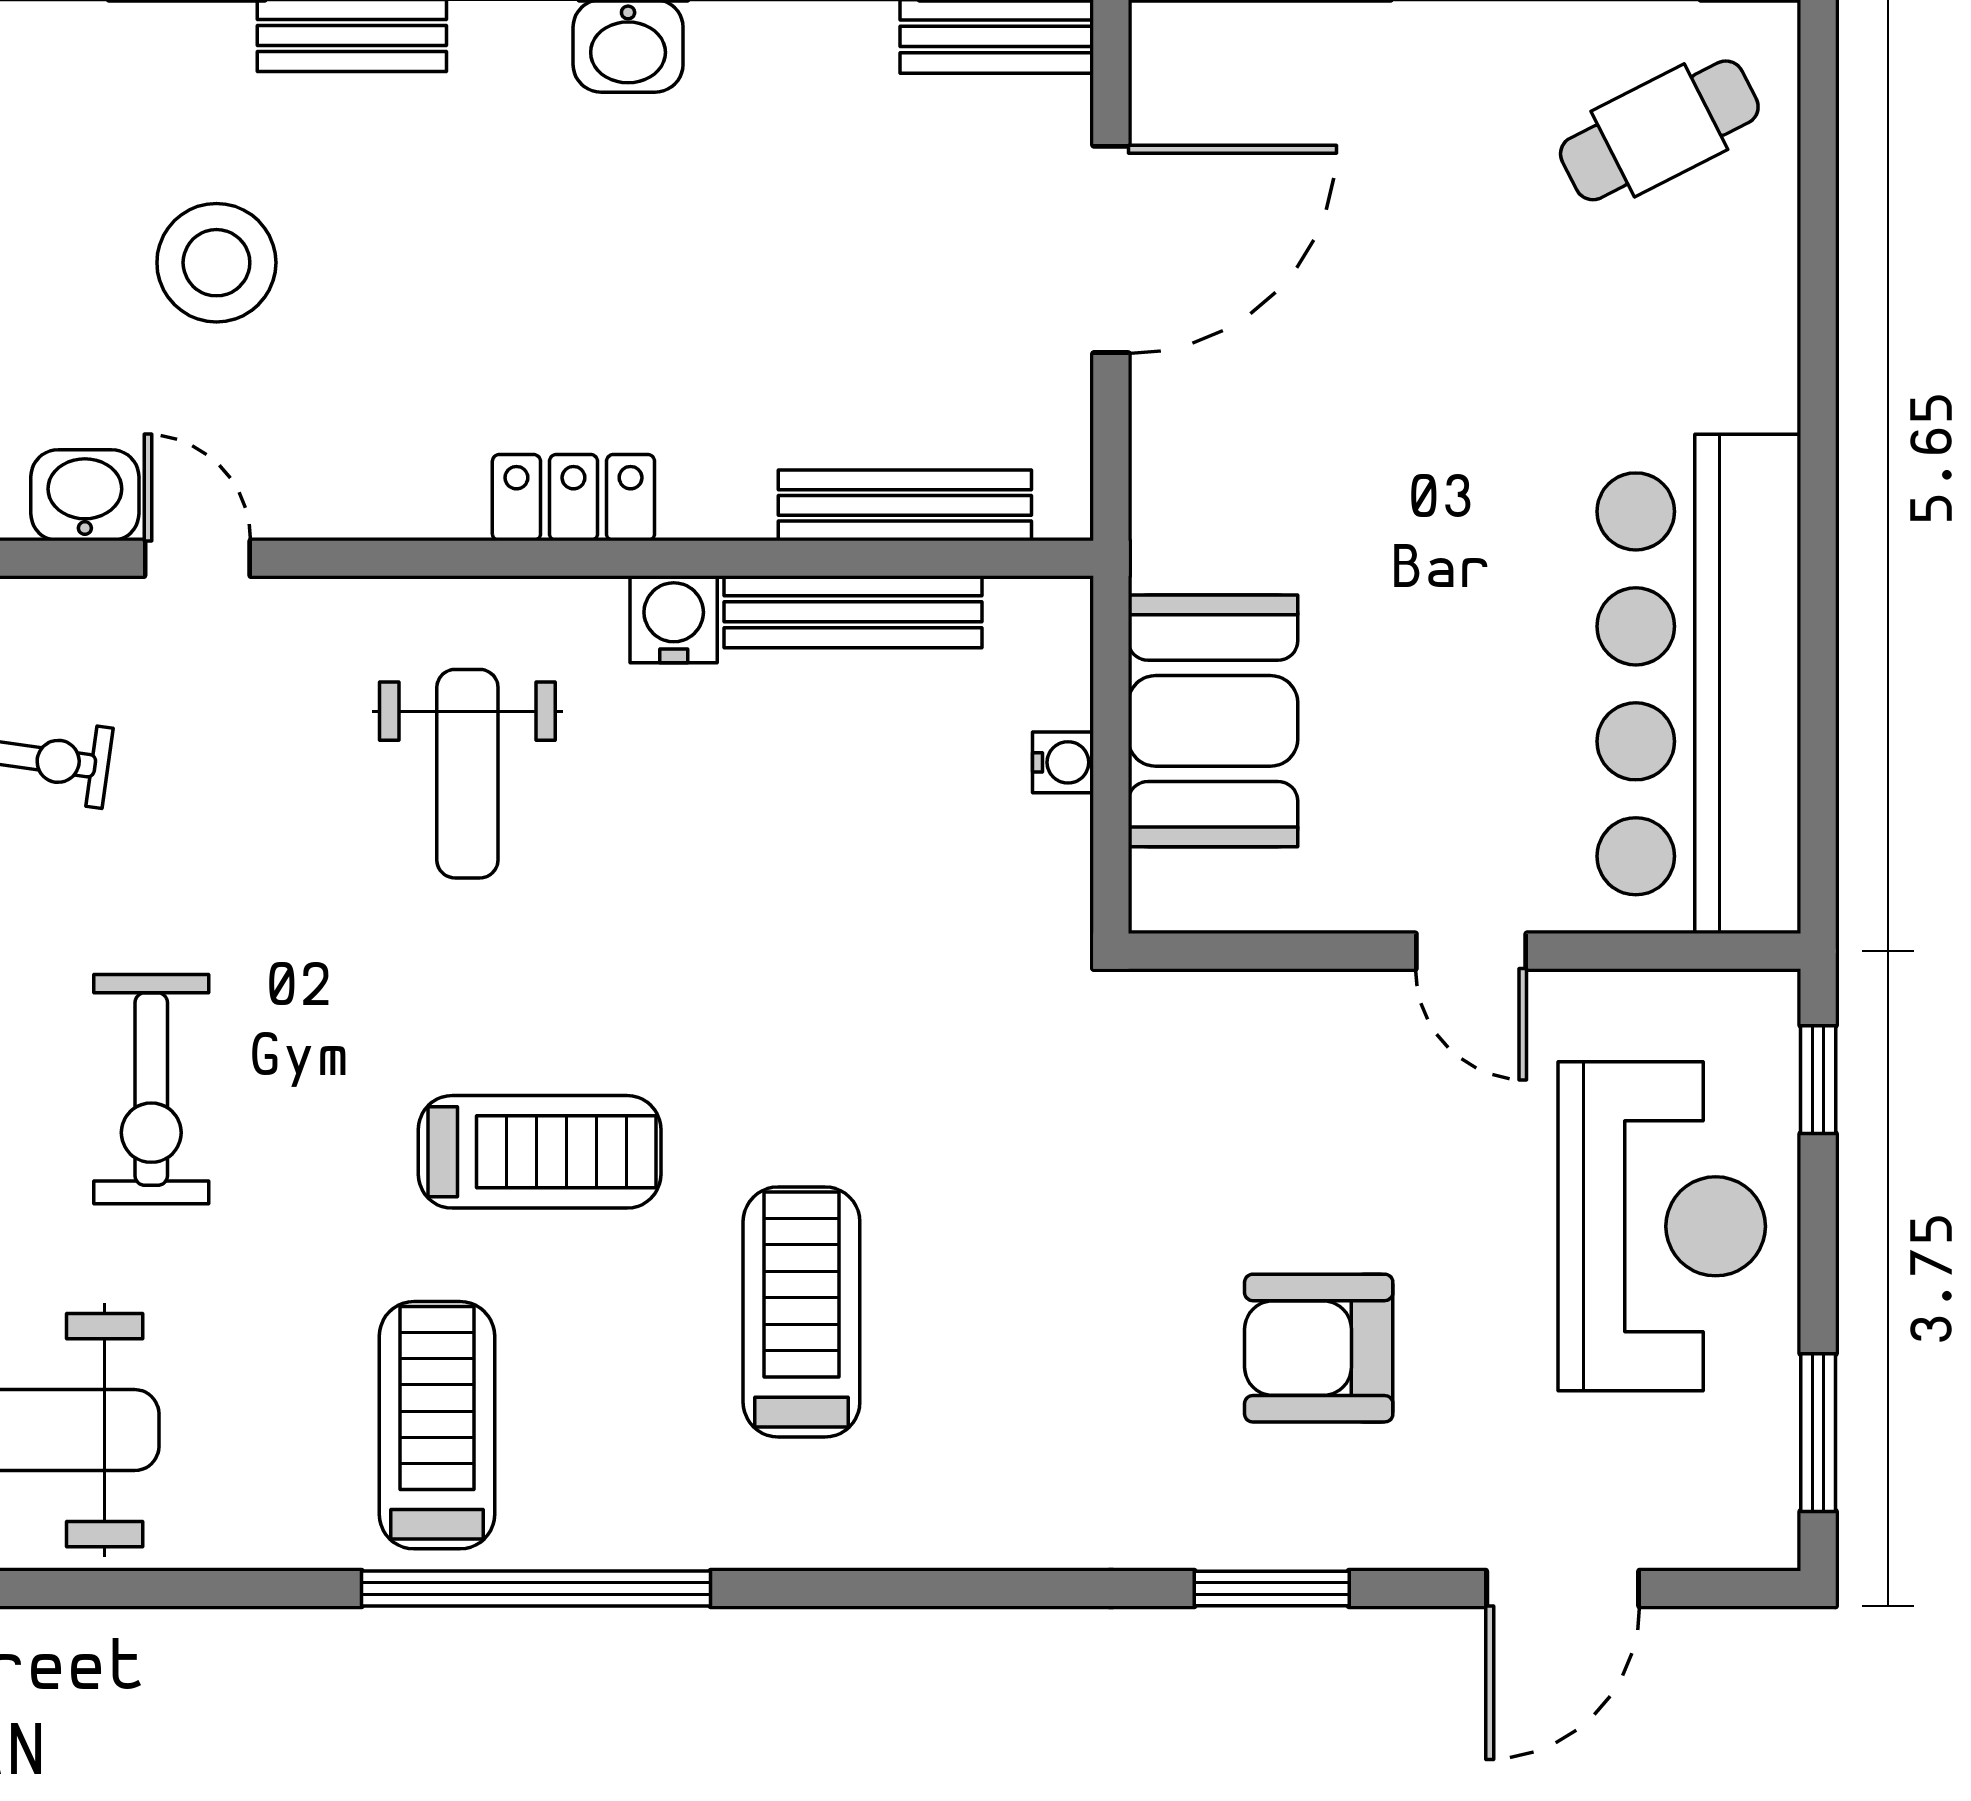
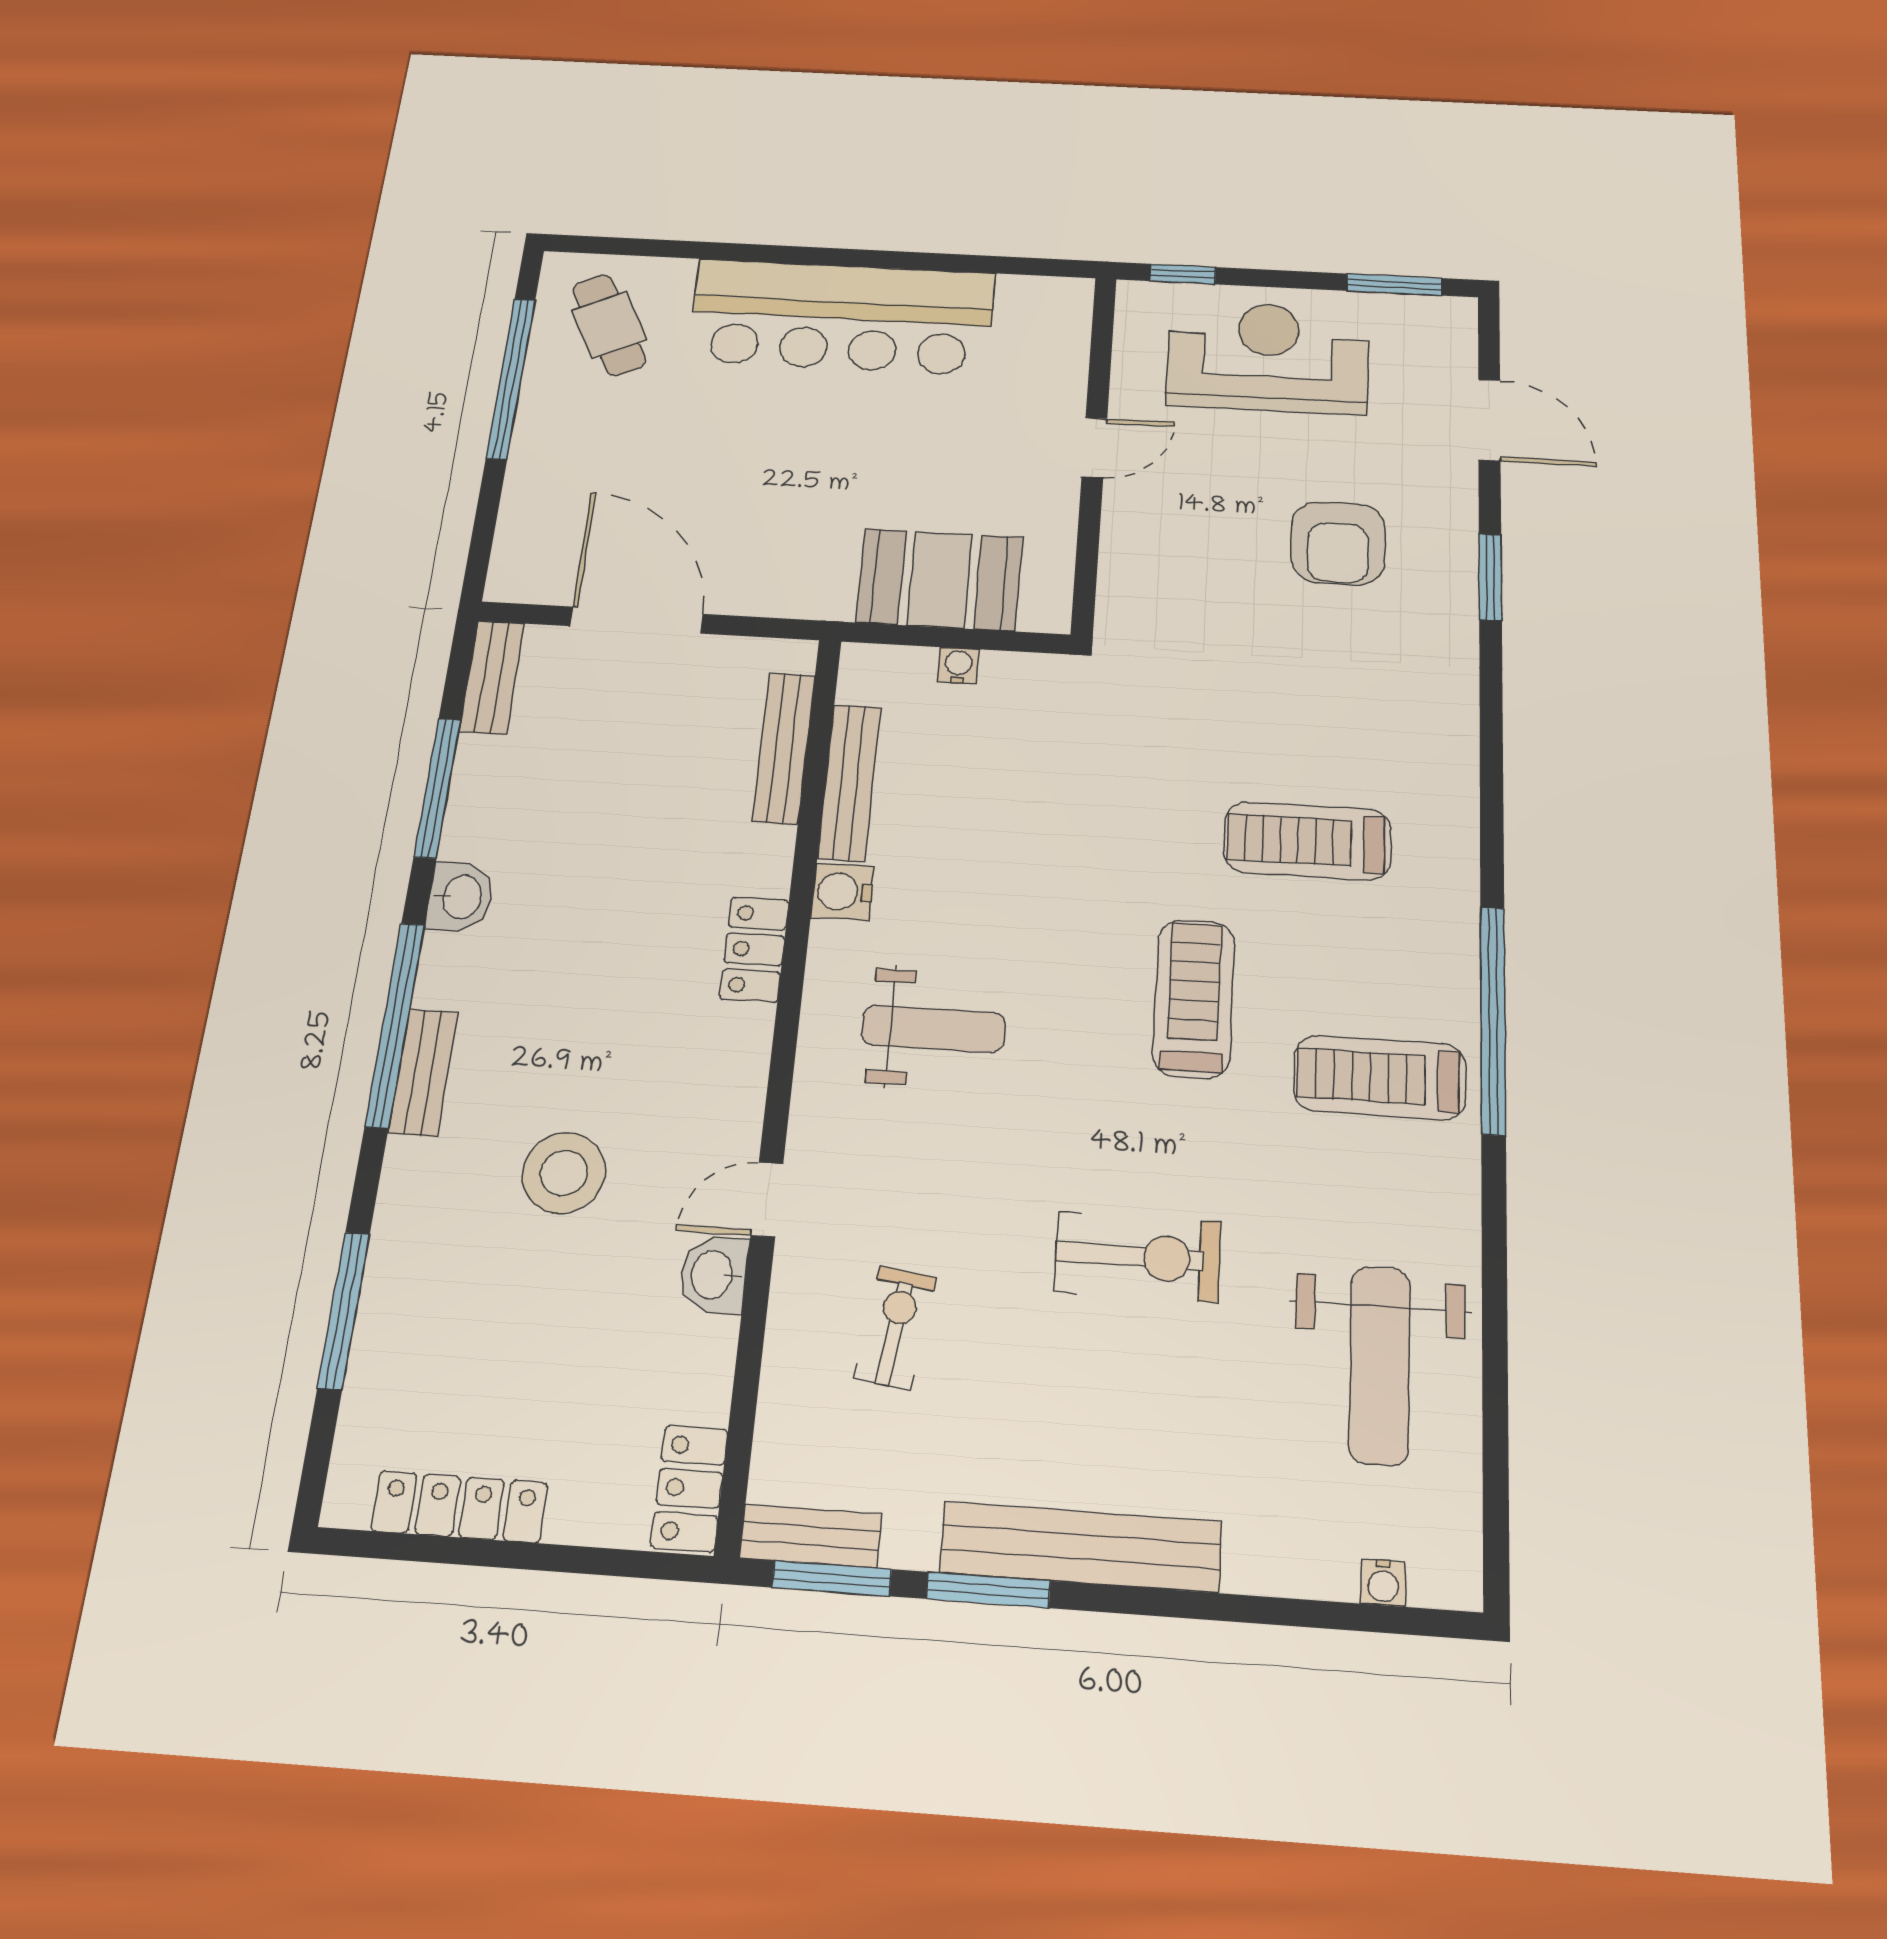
bar counter: (1699, 684) -> (841, 317), moved

